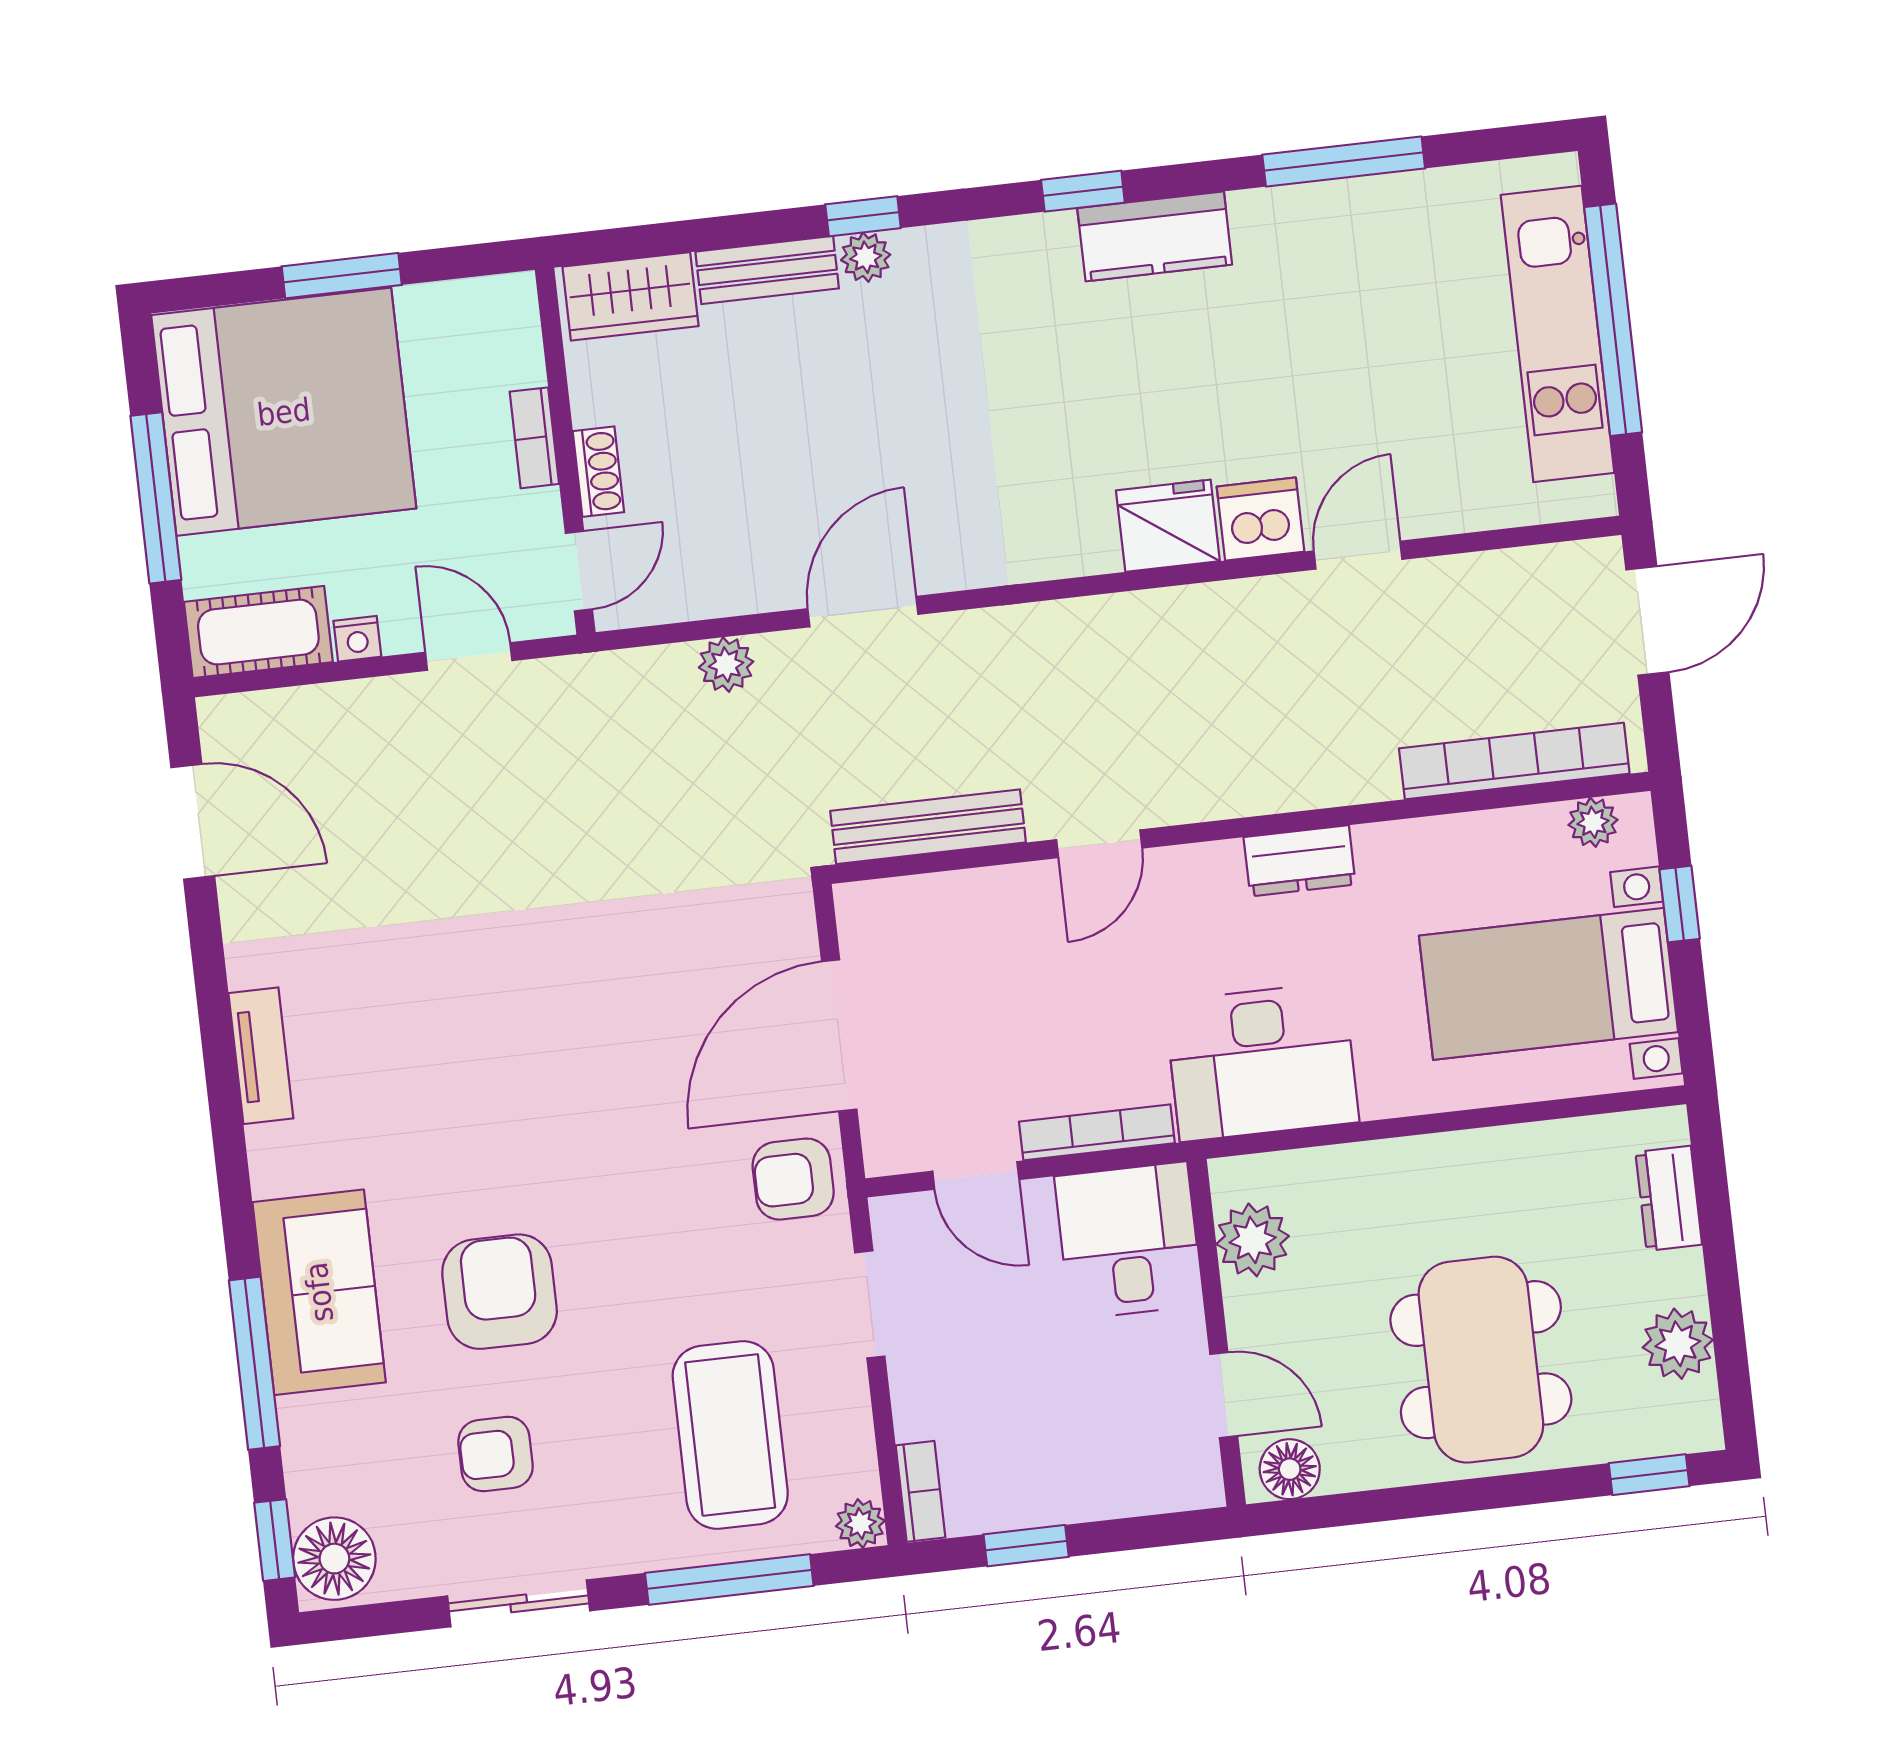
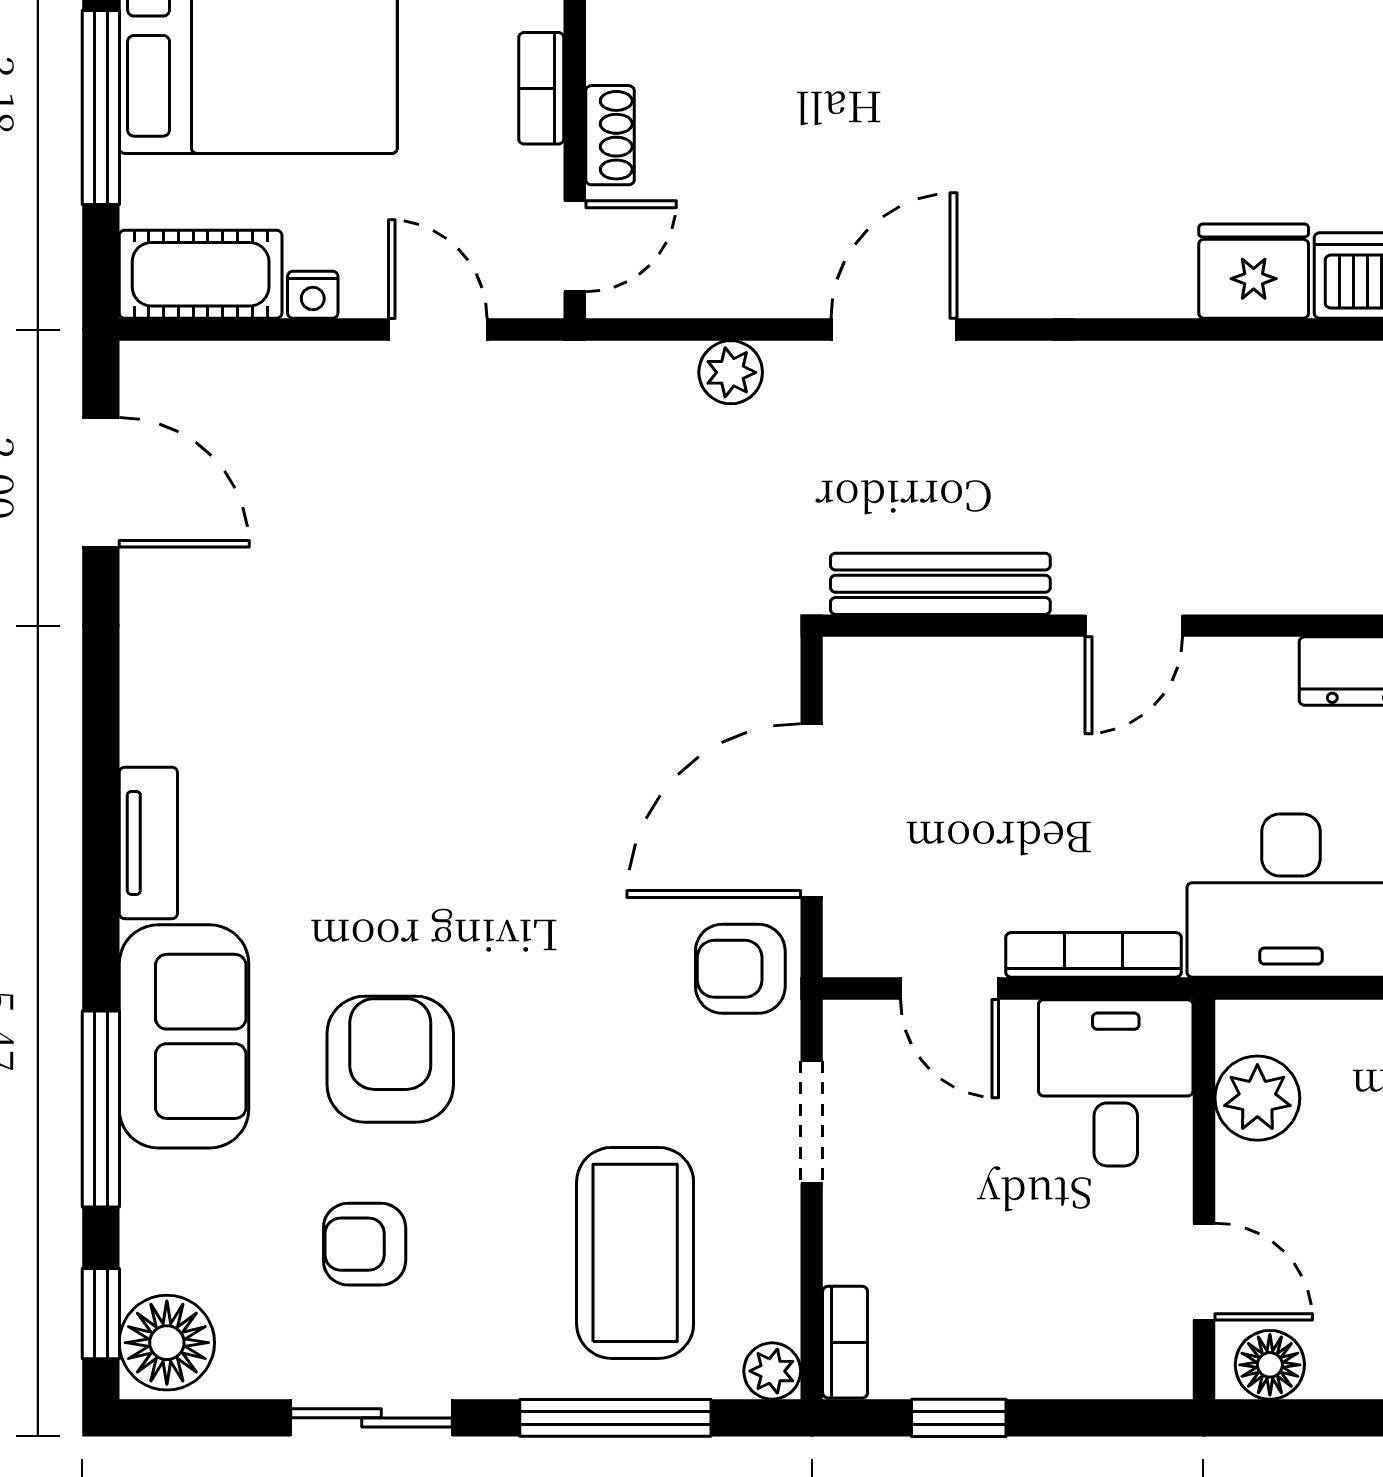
tv unit: (261, 1056) -> (148, 843), moved

